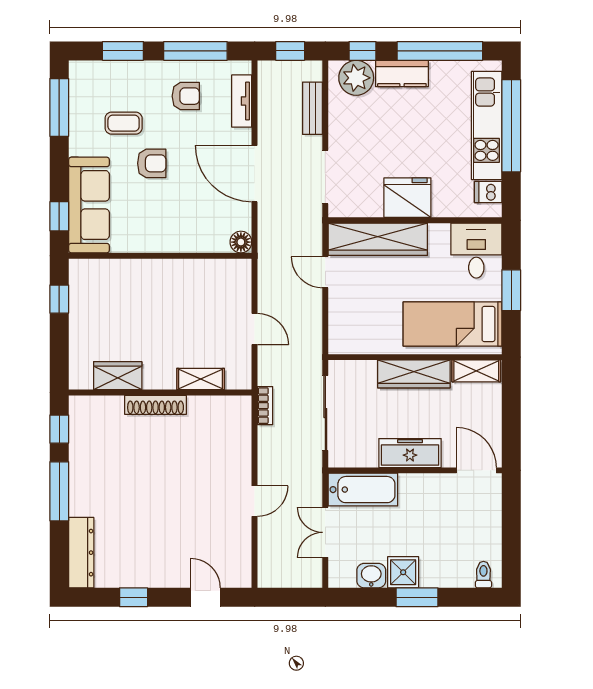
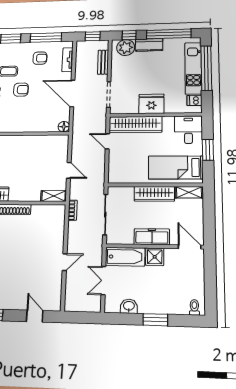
shelving: (201, 379) -> (54, 196), moved
shower: (403, 572) -> (155, 257), moved

